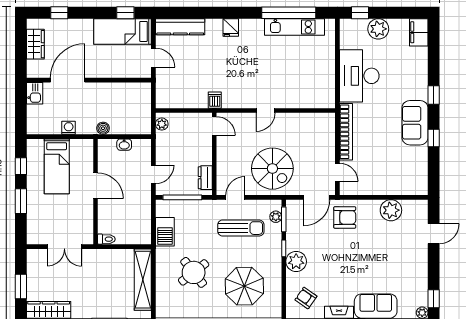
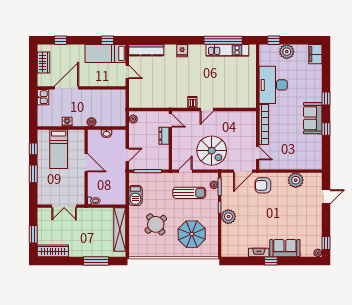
dishwasher: (215, 100) -> (192, 102), moved
dresser: (205, 178) -> (164, 136), moved
armchair: (345, 217) -> (263, 185), turned 180
armchair: (306, 298) -> (235, 242), removed

